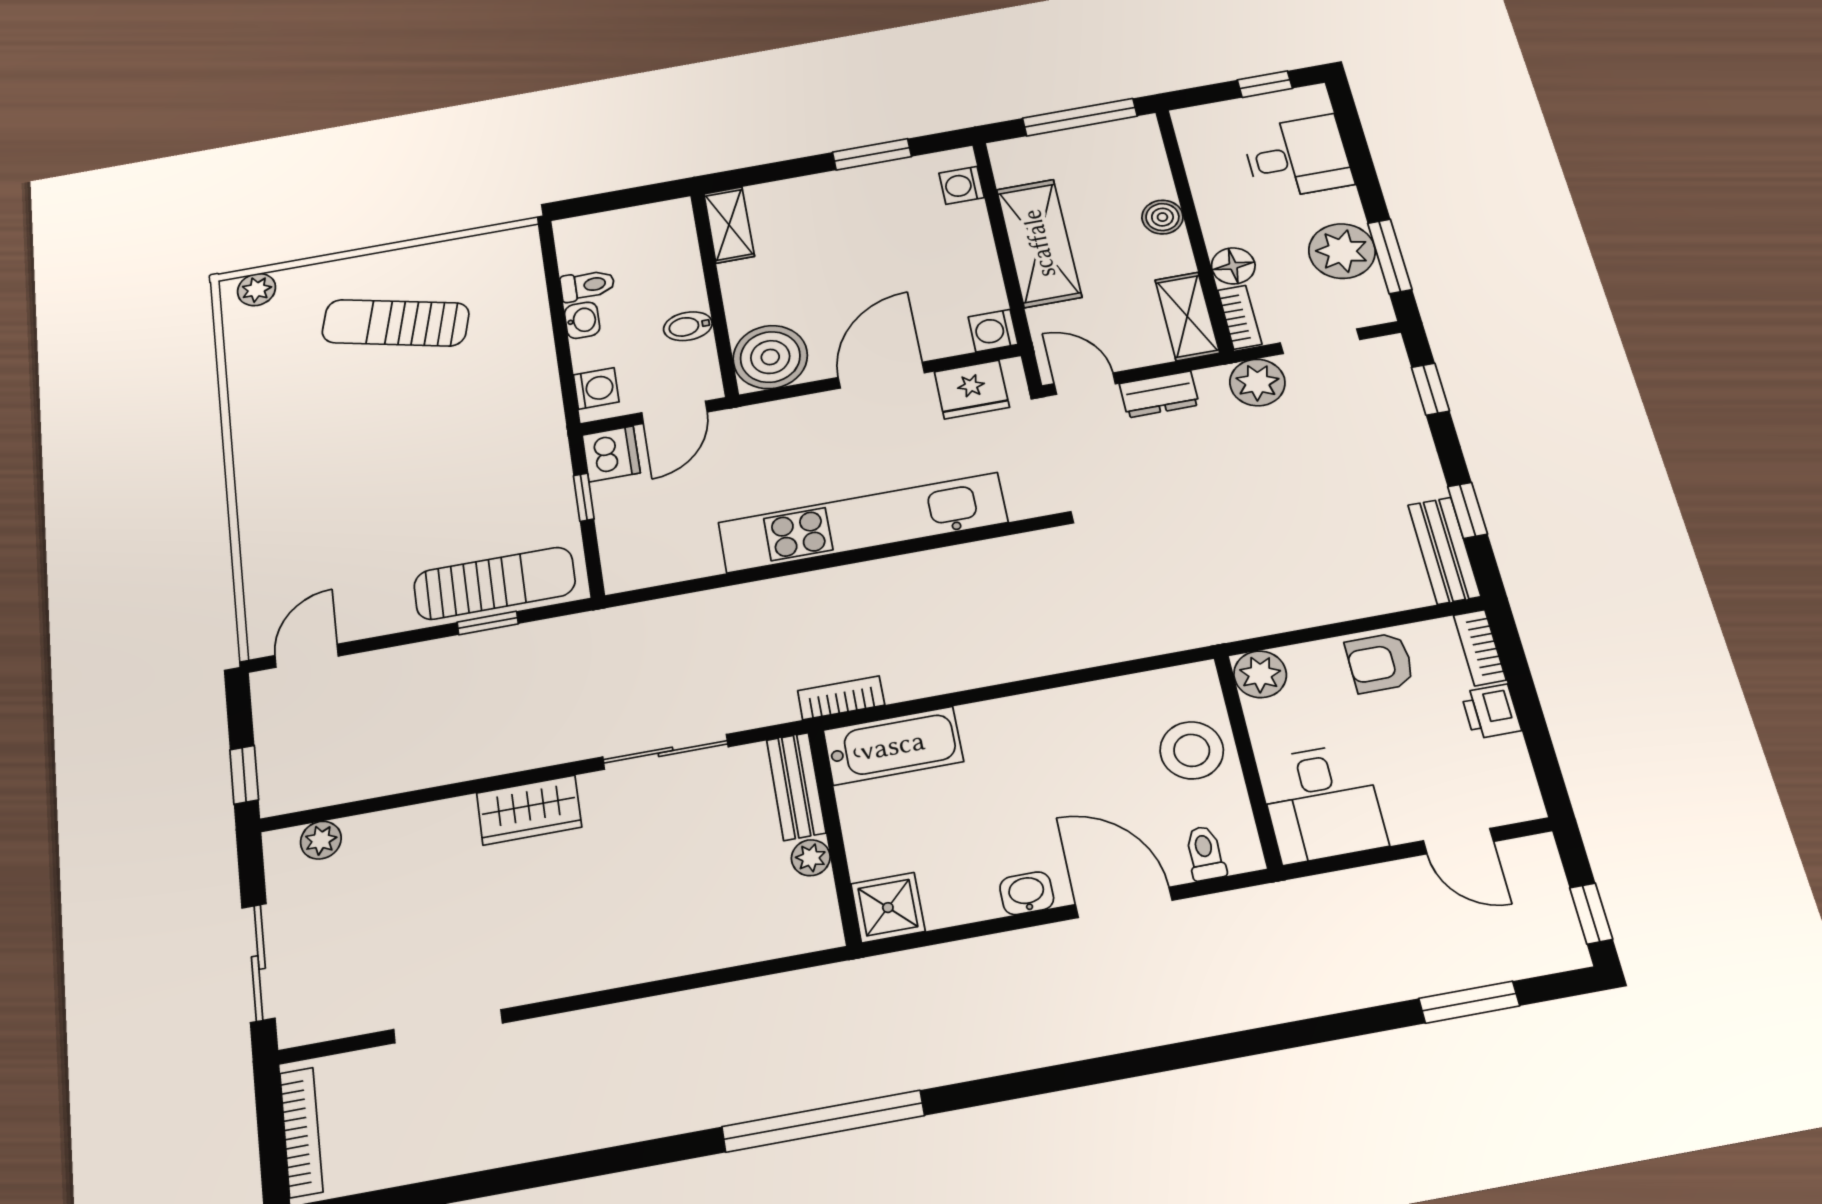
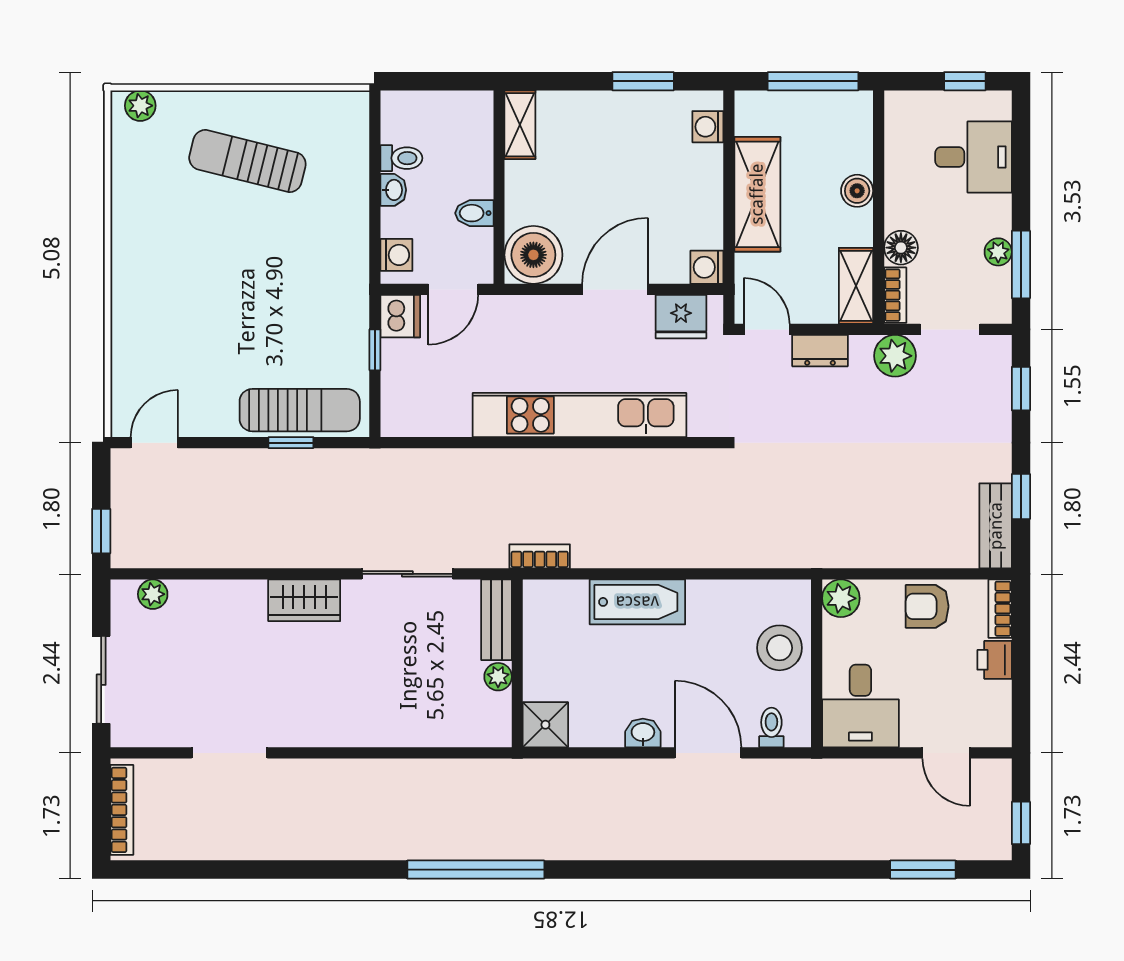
plant: (1342, 251) -> (998, 252), width x0.53, depth x0.53
bathtub: (893, 746) -> (637, 602), moved

